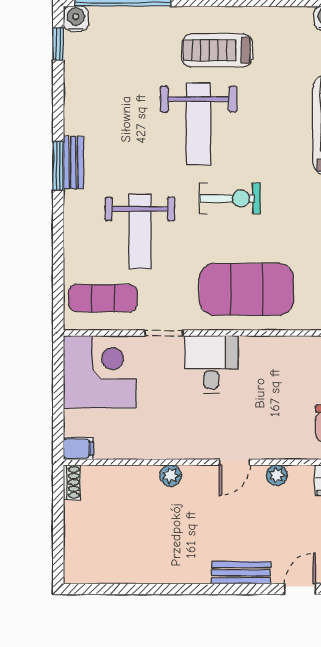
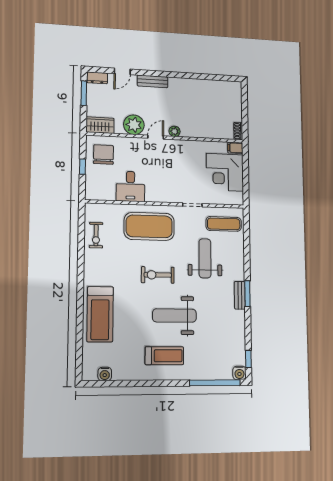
weight bench: (199, 124) -> (174, 315), turned -90
desk: (211, 364) -> (130, 186), moved
corner desk: (100, 372) -> (225, 172), moved
plant: (171, 475) -> (175, 131), moved
plant: (277, 475) -> (134, 125), width x1.87, depth x1.87

